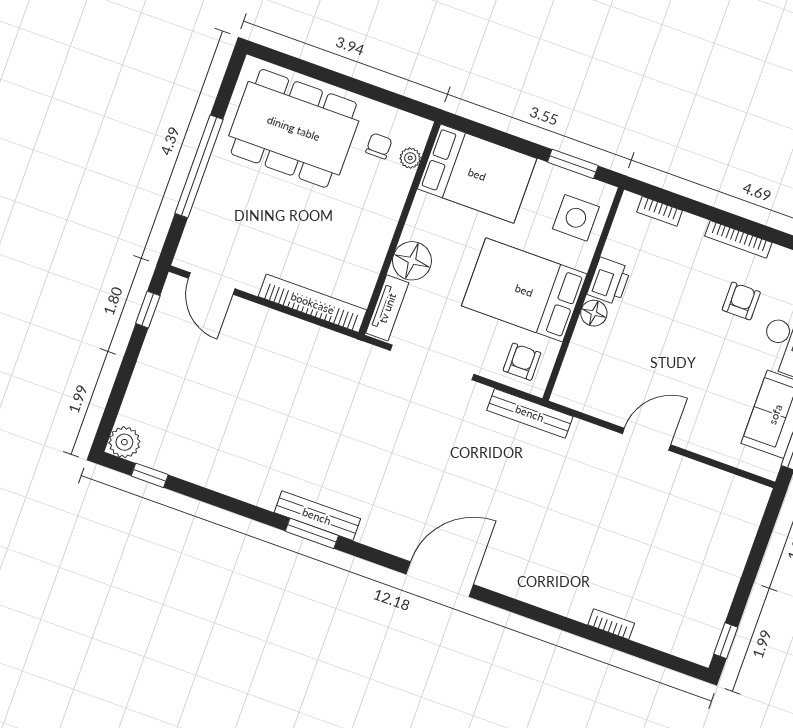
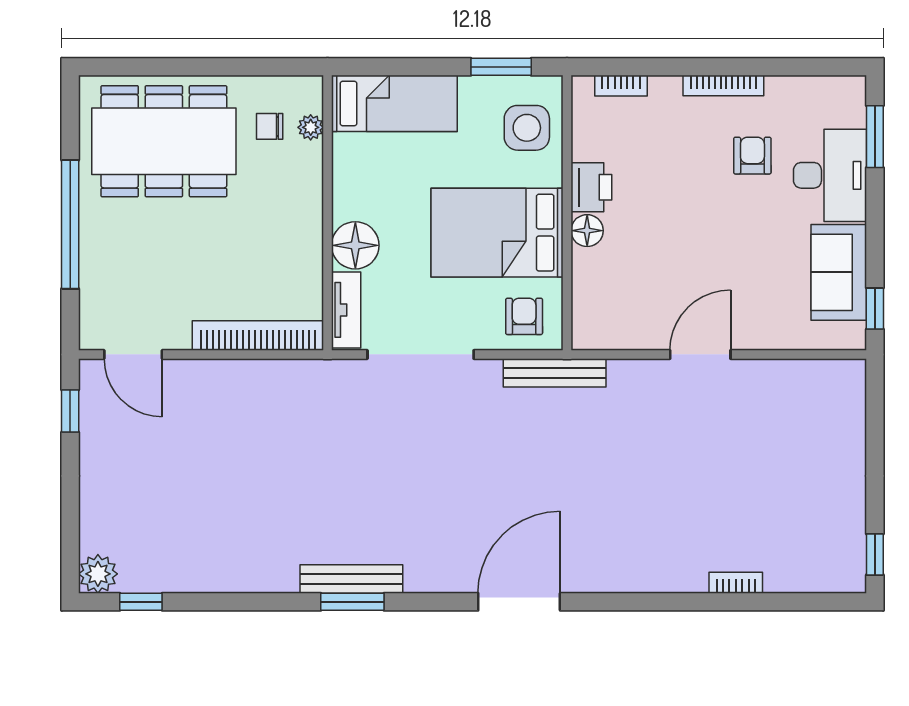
chair: (379, 146) -> (270, 126), turned -90
bed: (477, 174) -> (394, 103), width x0.67

